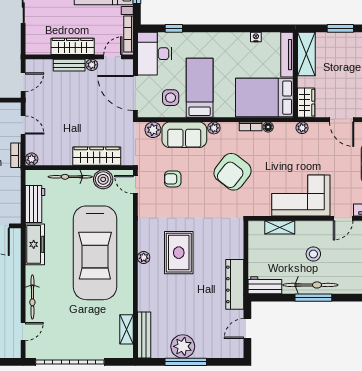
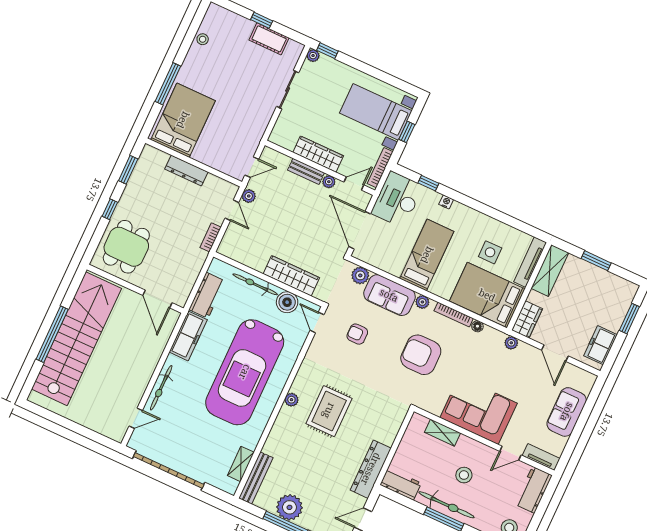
nightstand: (256, 37) -> (446, 202), moved
side table: (171, 98) -> (490, 252), moved
bookcase: (251, 126) -> (454, 315), width x1.56
plant: (32, 159) -> (249, 196), moved
armchair: (233, 172) -> (421, 355), turned 52

